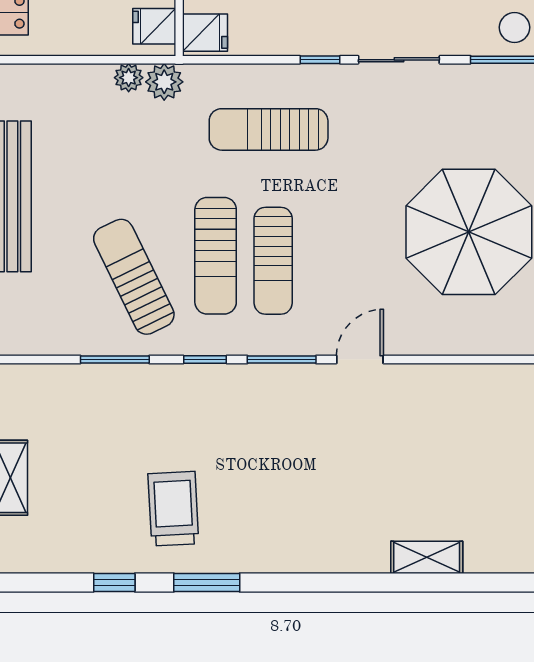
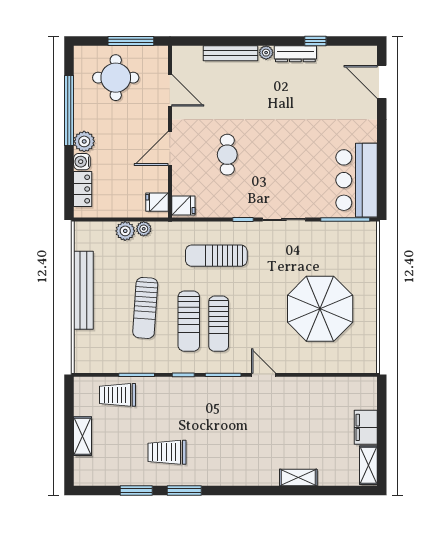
plant: (164, 82) -> (125, 231), moved
sun lounger: (134, 277) -> (145, 308), moved, turned -150
door: (360, 359) -> (264, 375), hinge flipped
trolley: (78, 398) -> (118, 395), added
trolley: (173, 509) -> (167, 452), turned -87
window: (114, 582) -> (136, 490), width x1.50

